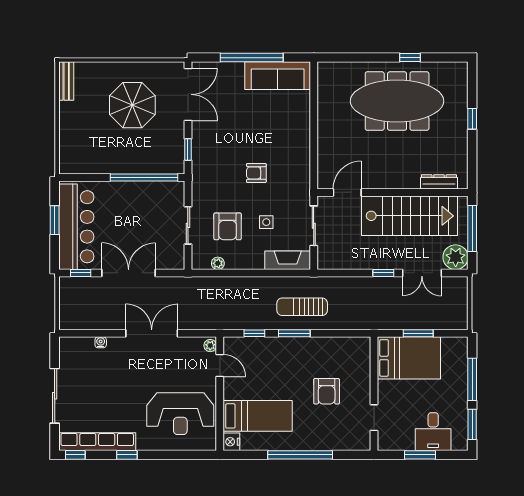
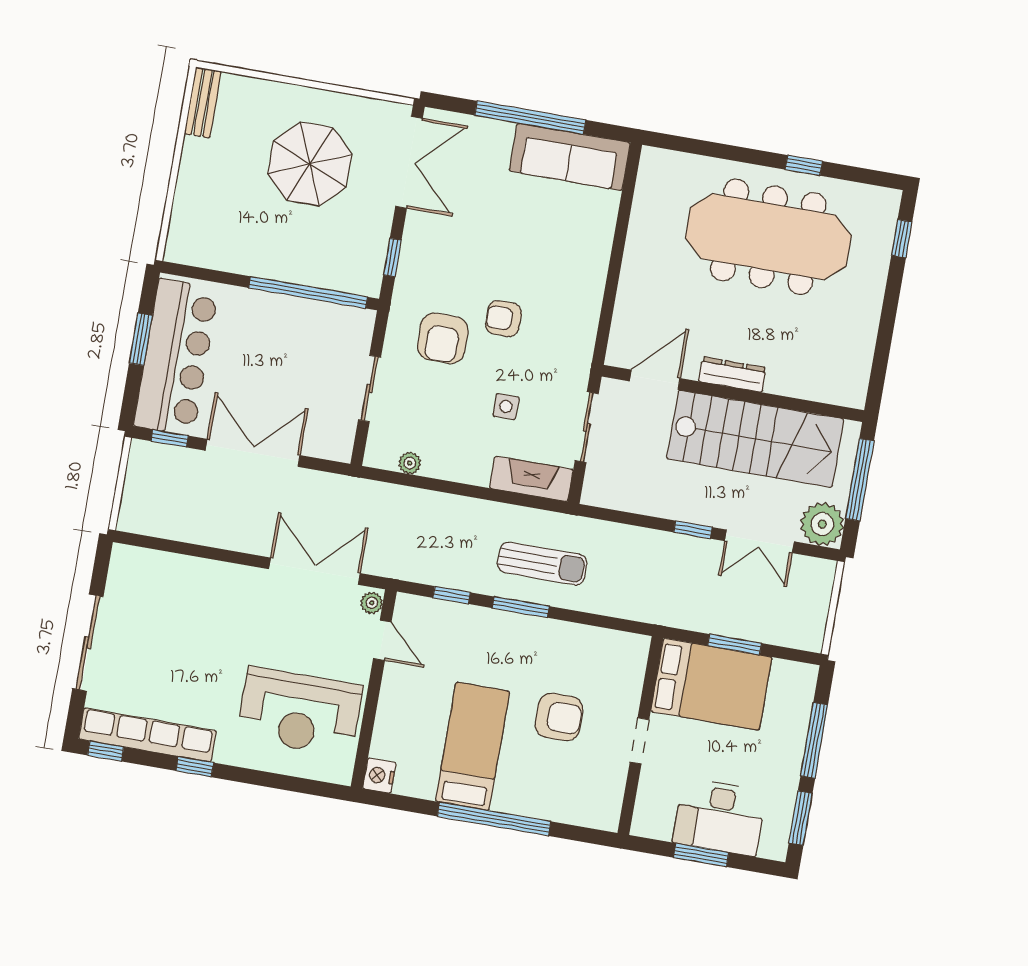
window: (472, 119) -> (902, 239), moved
dresser: (439, 182) -> (732, 374), moved
armchair: (228, 226) -> (443, 338), moved
sun lounger: (302, 307) -> (542, 564), turned 180
double door: (152, 333) -> (314, 571), moved
water cooler: (101, 342) -> (183, 564), removed
armchair: (327, 391) -> (559, 717), turned -90
bed: (258, 416) -> (472, 746), moved, turned -90
doorway: (374, 418) -> (639, 741), moved
desk: (433, 432) -> (720, 817), width x1.37

